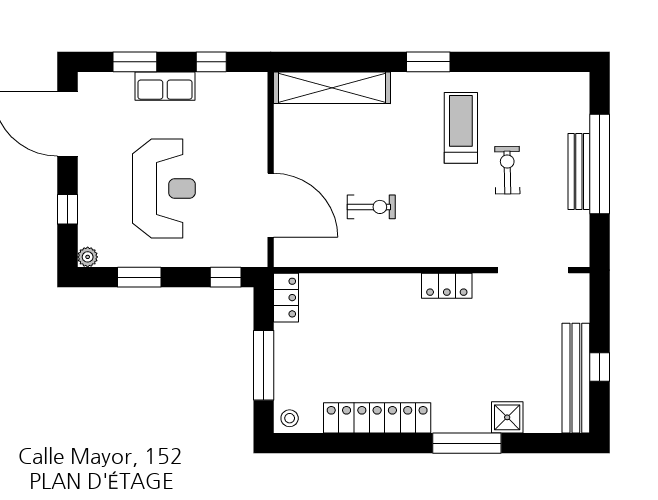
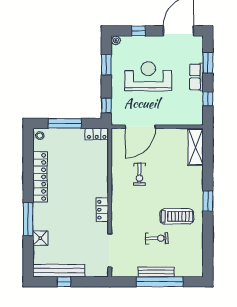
shelving: (332, 88) -> (196, 147), width x0.68
reception desk: (164, 188) -> (148, 76), turned 180

